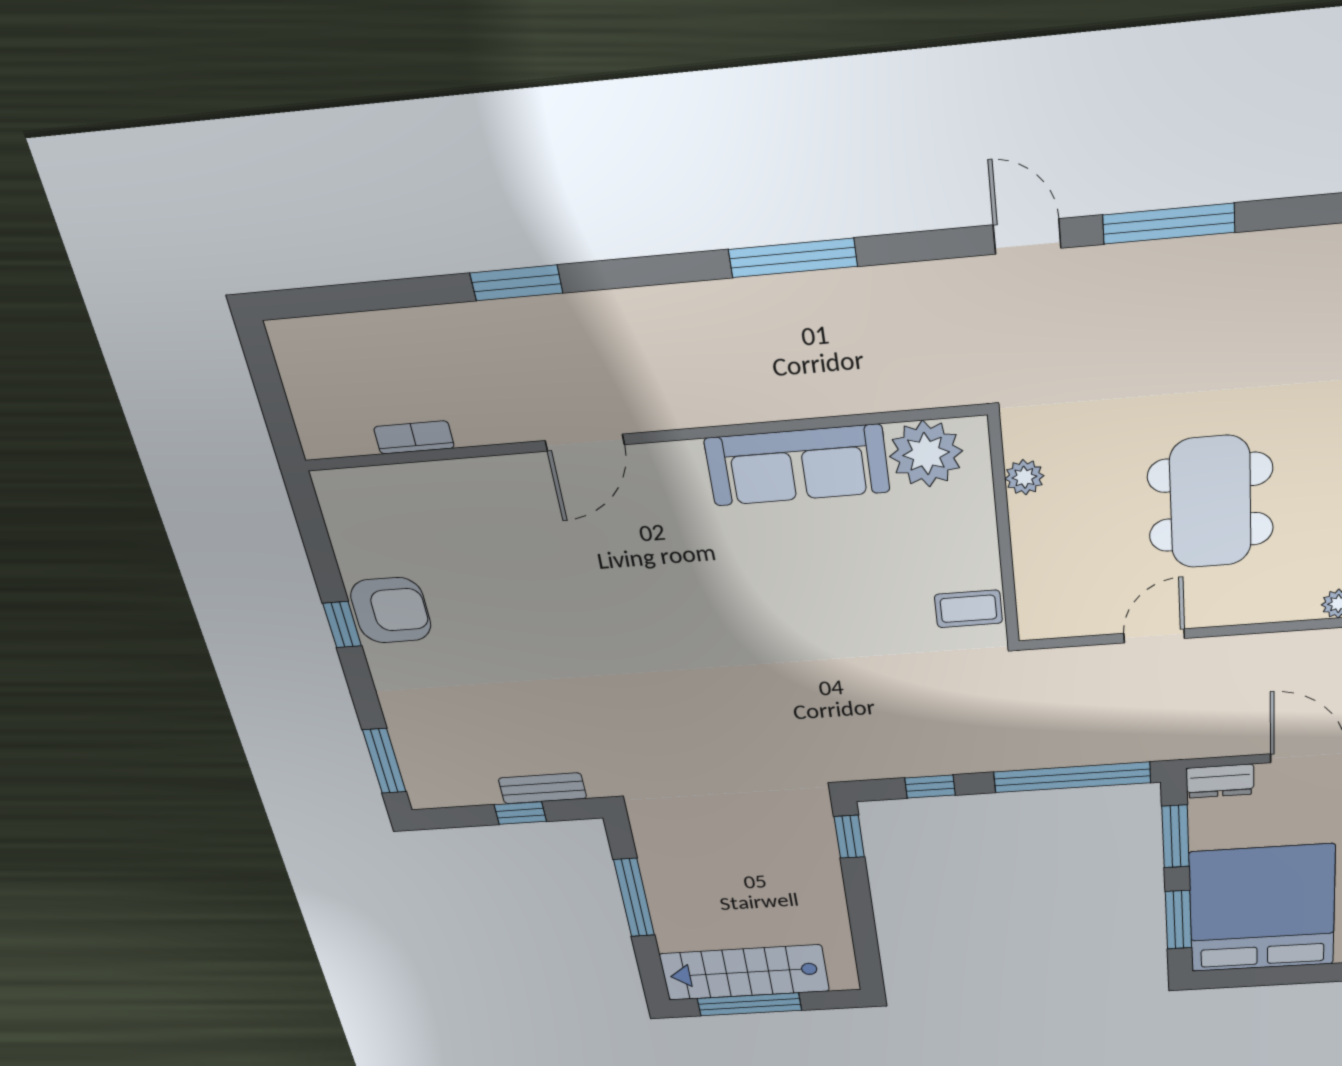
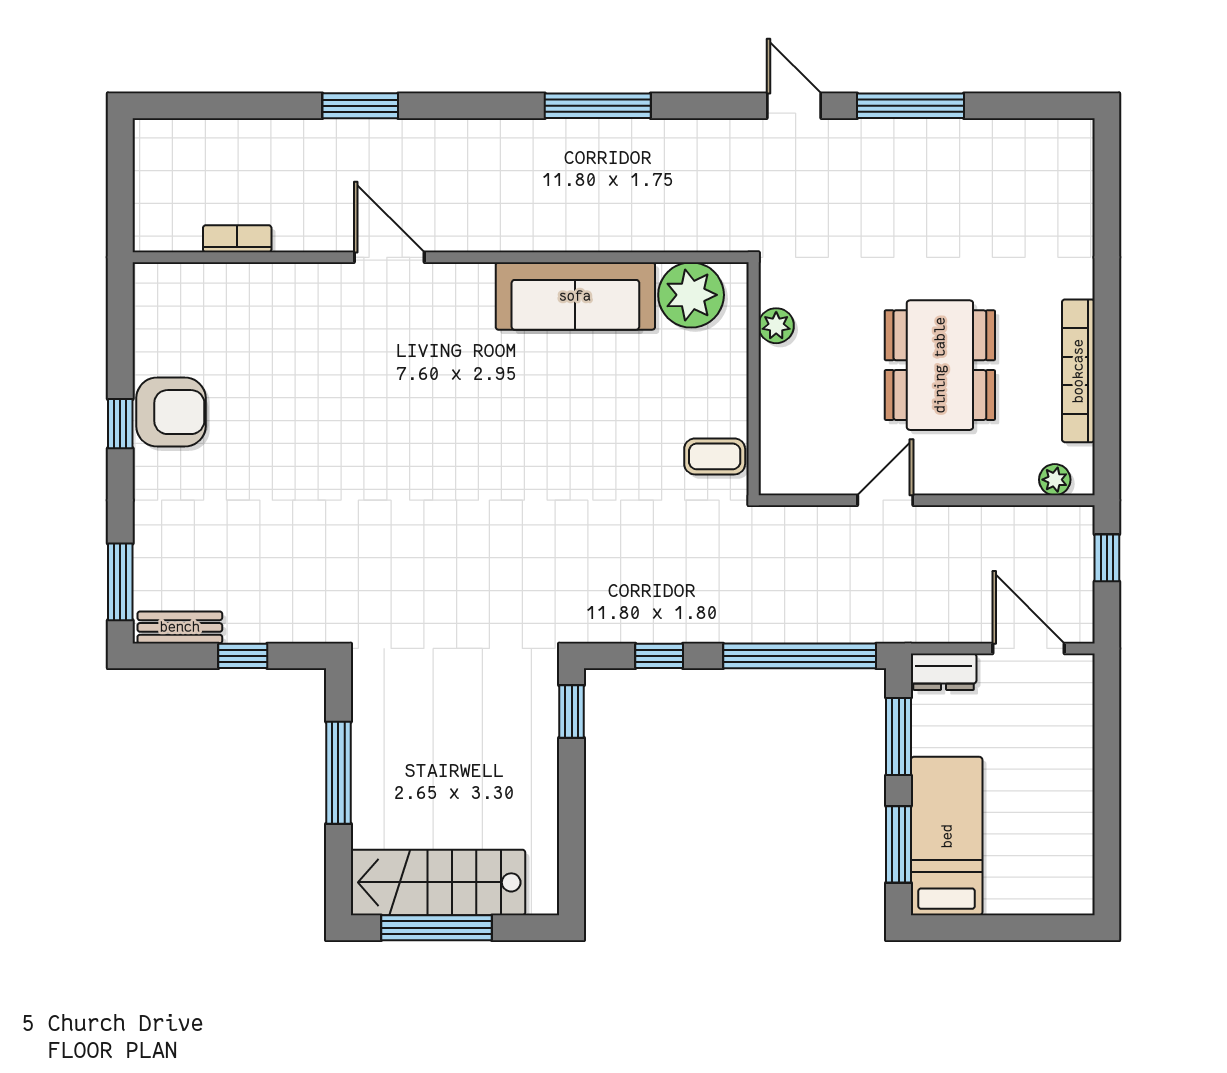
door: (585, 443) -> (389, 257), swing flipped
bench: (542, 788) -> (180, 627), moved
bed: (1262, 909) -> (947, 836), width x0.49

